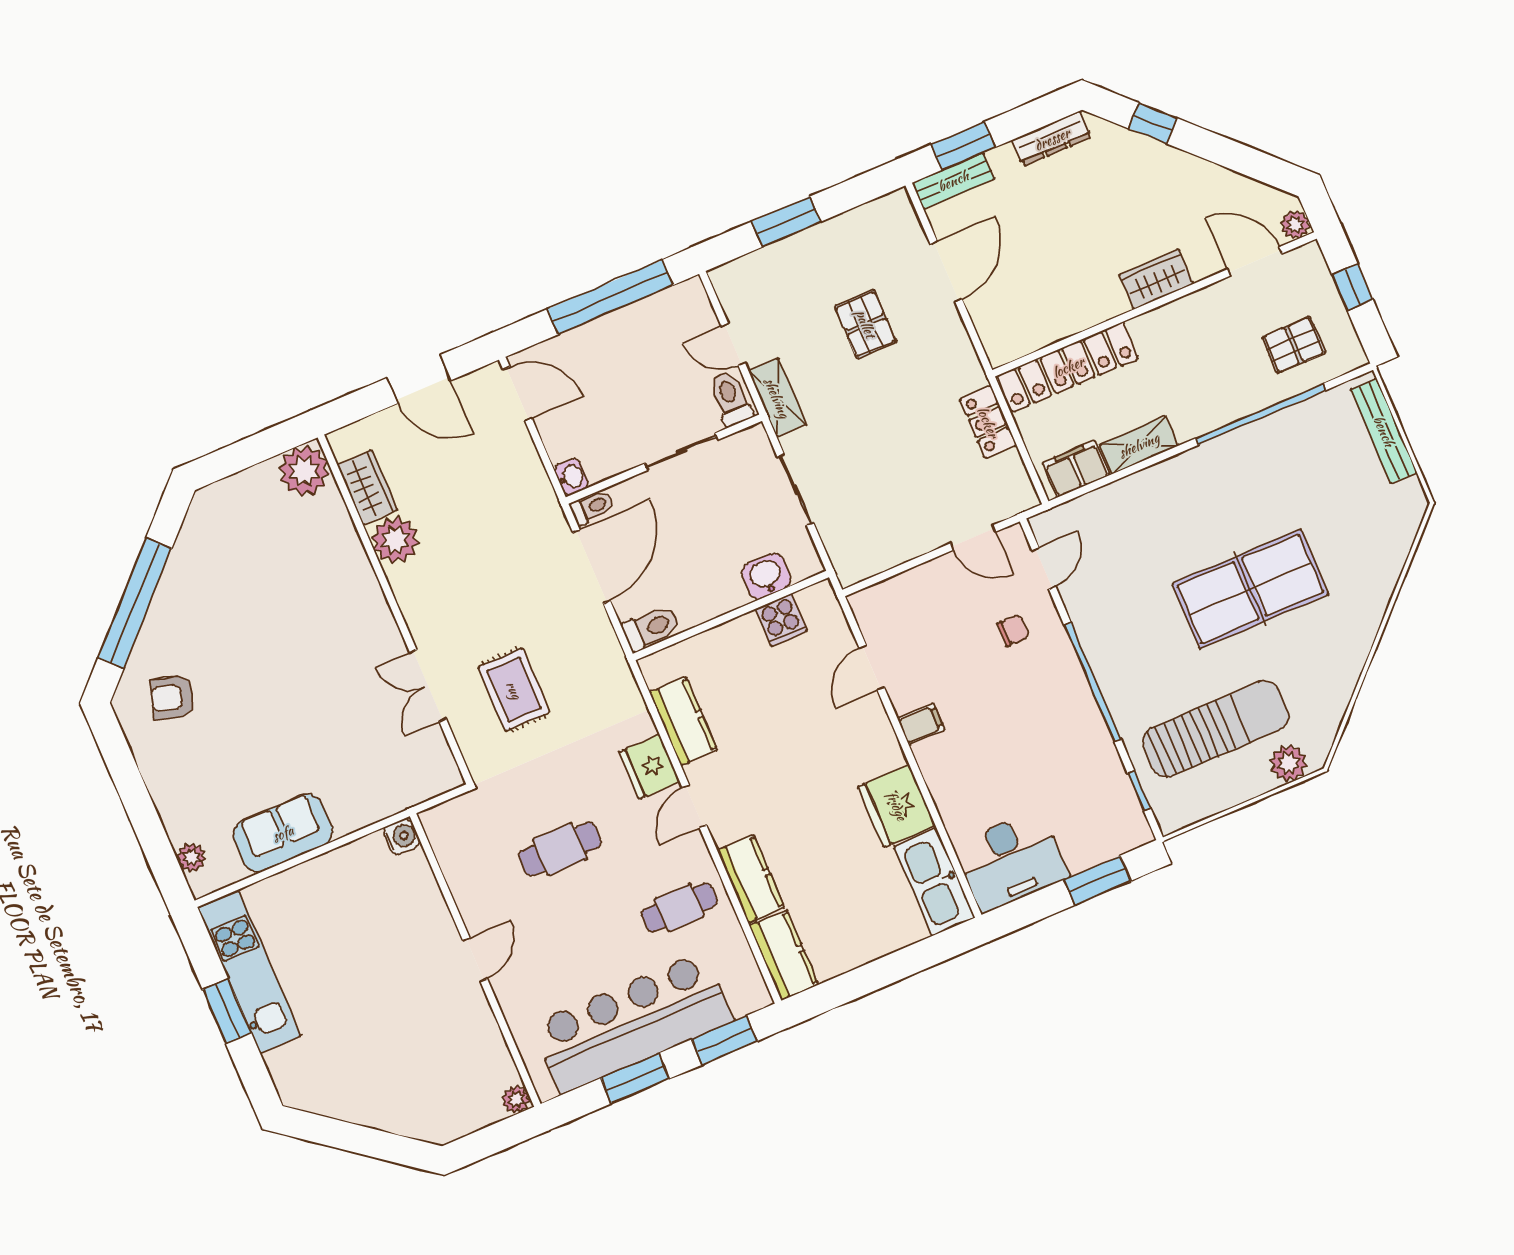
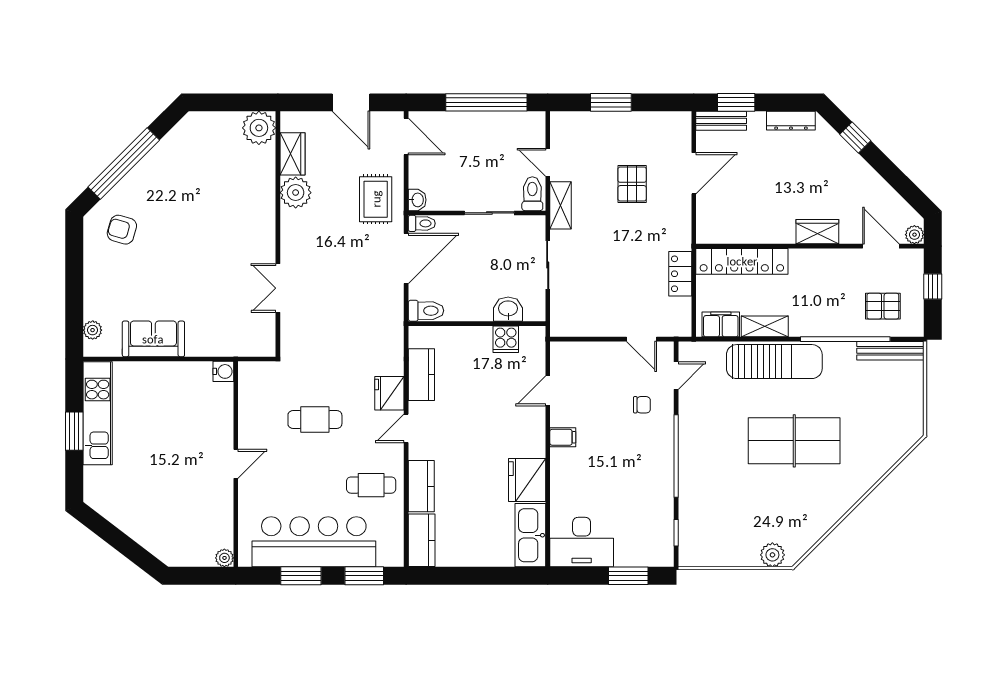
bench: (1384, 431) -> (890, 351), moved, turned 90
rug: (514, 690) -> (376, 199), moved
sun lounger: (1216, 729) -> (774, 362), moved

